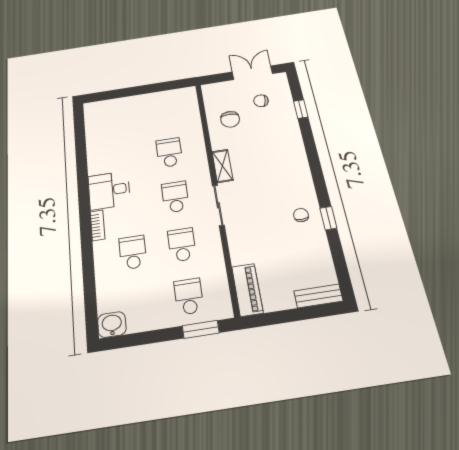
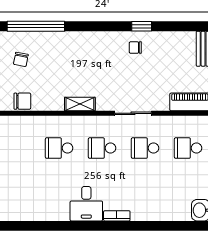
window: (301, 109) -> (36, 26), width x3.17
chair: (230, 119) -> (22, 101), moved
sliding door: (218, 205) -> (133, 113), moved
school desk: (133, 252) -> (145, 189), removed

